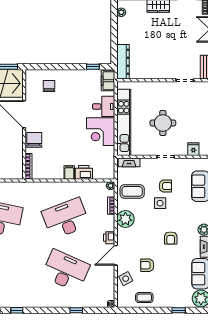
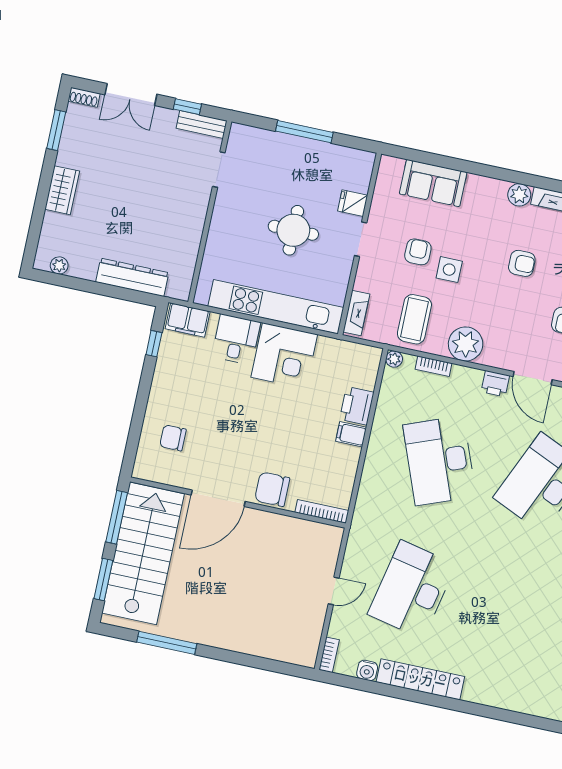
dresser: (123, 62) -> (132, 277), moved
fridge: (193, 149) -> (353, 203), moved

